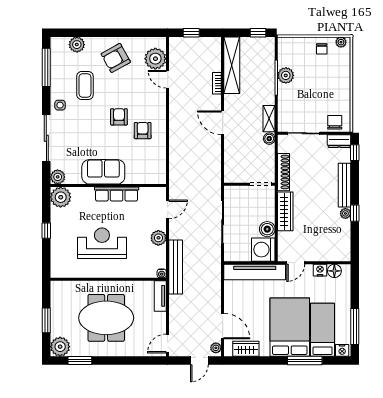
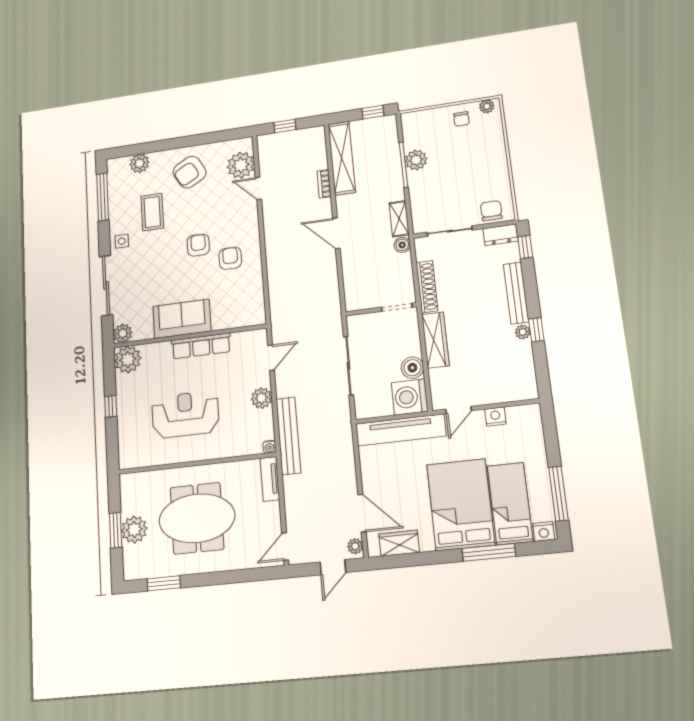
floor lamp: (334, 271) -> (517, 415), removed
plant: (60, 347) -> (134, 530), moved

